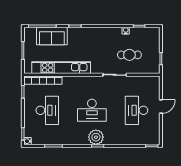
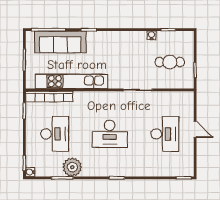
sofa: (52, 36) -> (60, 42), width x1.36
cafe table: (129, 55) -> (170, 62), moved
door: (161, 107) -> (195, 129), hinge flipped
desk: (137, 110) -> (165, 134), turned 180
plant: (96, 137) -> (72, 167), moved

